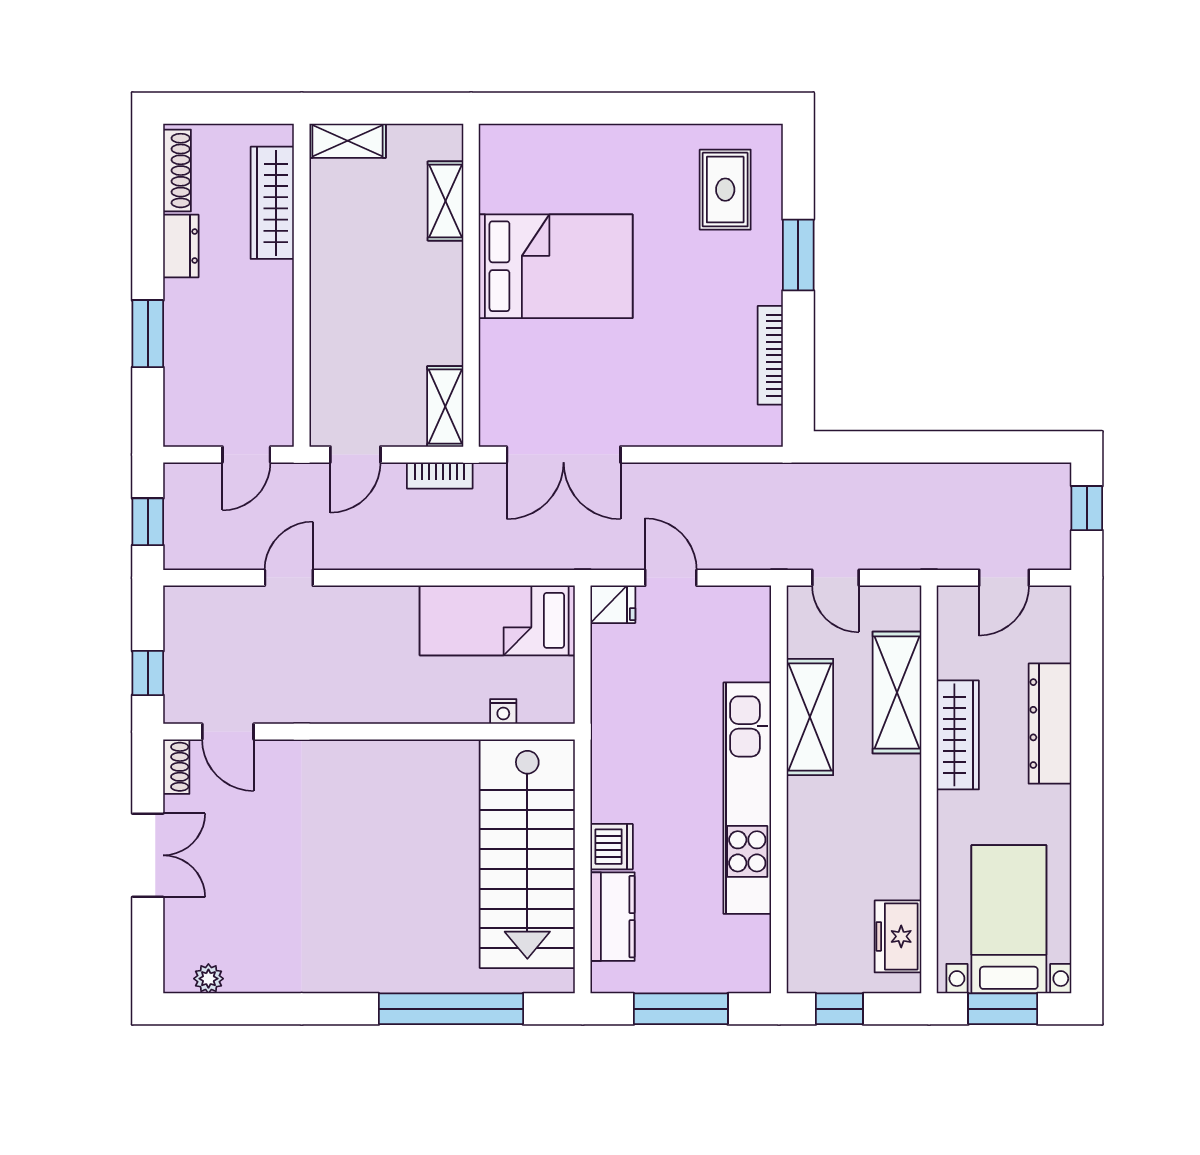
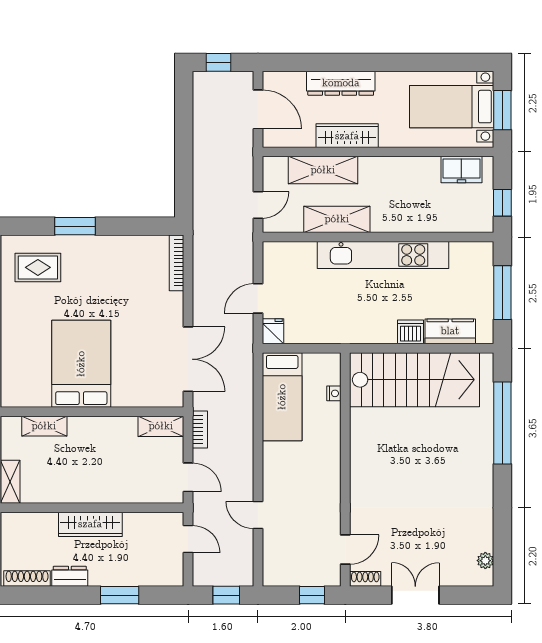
wardrobe: (272, 203) -> (90, 524), moved
bookcase: (770, 355) -> (177, 263), moved, turned 90
door: (1004, 578) -> (258, 109), width x1.38

